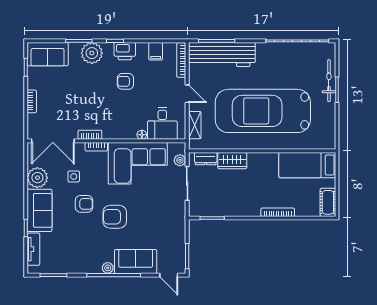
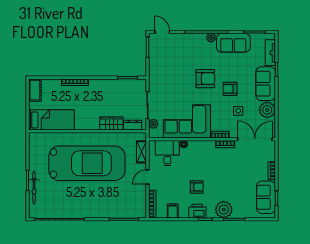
sofa: (48, 54) -> (266, 197), moved, turned -90
workbench: (222, 54) -> (120, 208), removed
door: (187, 94) -> (147, 177), hinge flipped
sofa: (136, 262) -> (233, 43), moved

